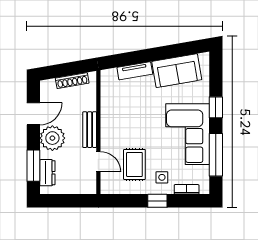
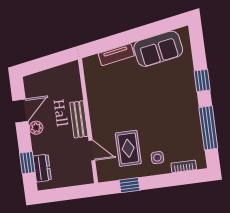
shoe rack: (72, 81) -> (55, 73), removed
corner sofa: (188, 134) -> (177, 111), removed
plant: (52, 138) -> (36, 128), width x0.53, depth x0.53
window: (33, 166) -> (27, 163), width x0.67
window: (157, 201) -> (130, 185), moved

